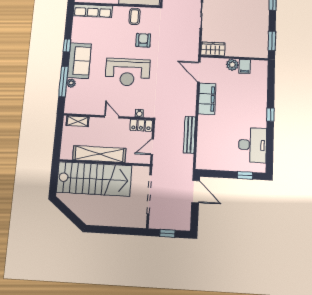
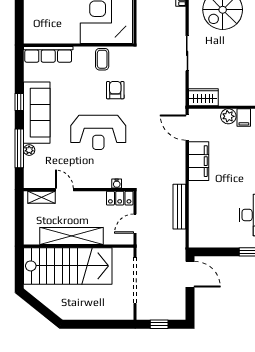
sofa: (79, 61) -> (37, 113), width x1.36
door: (112, 117) -> (64, 190), moved

